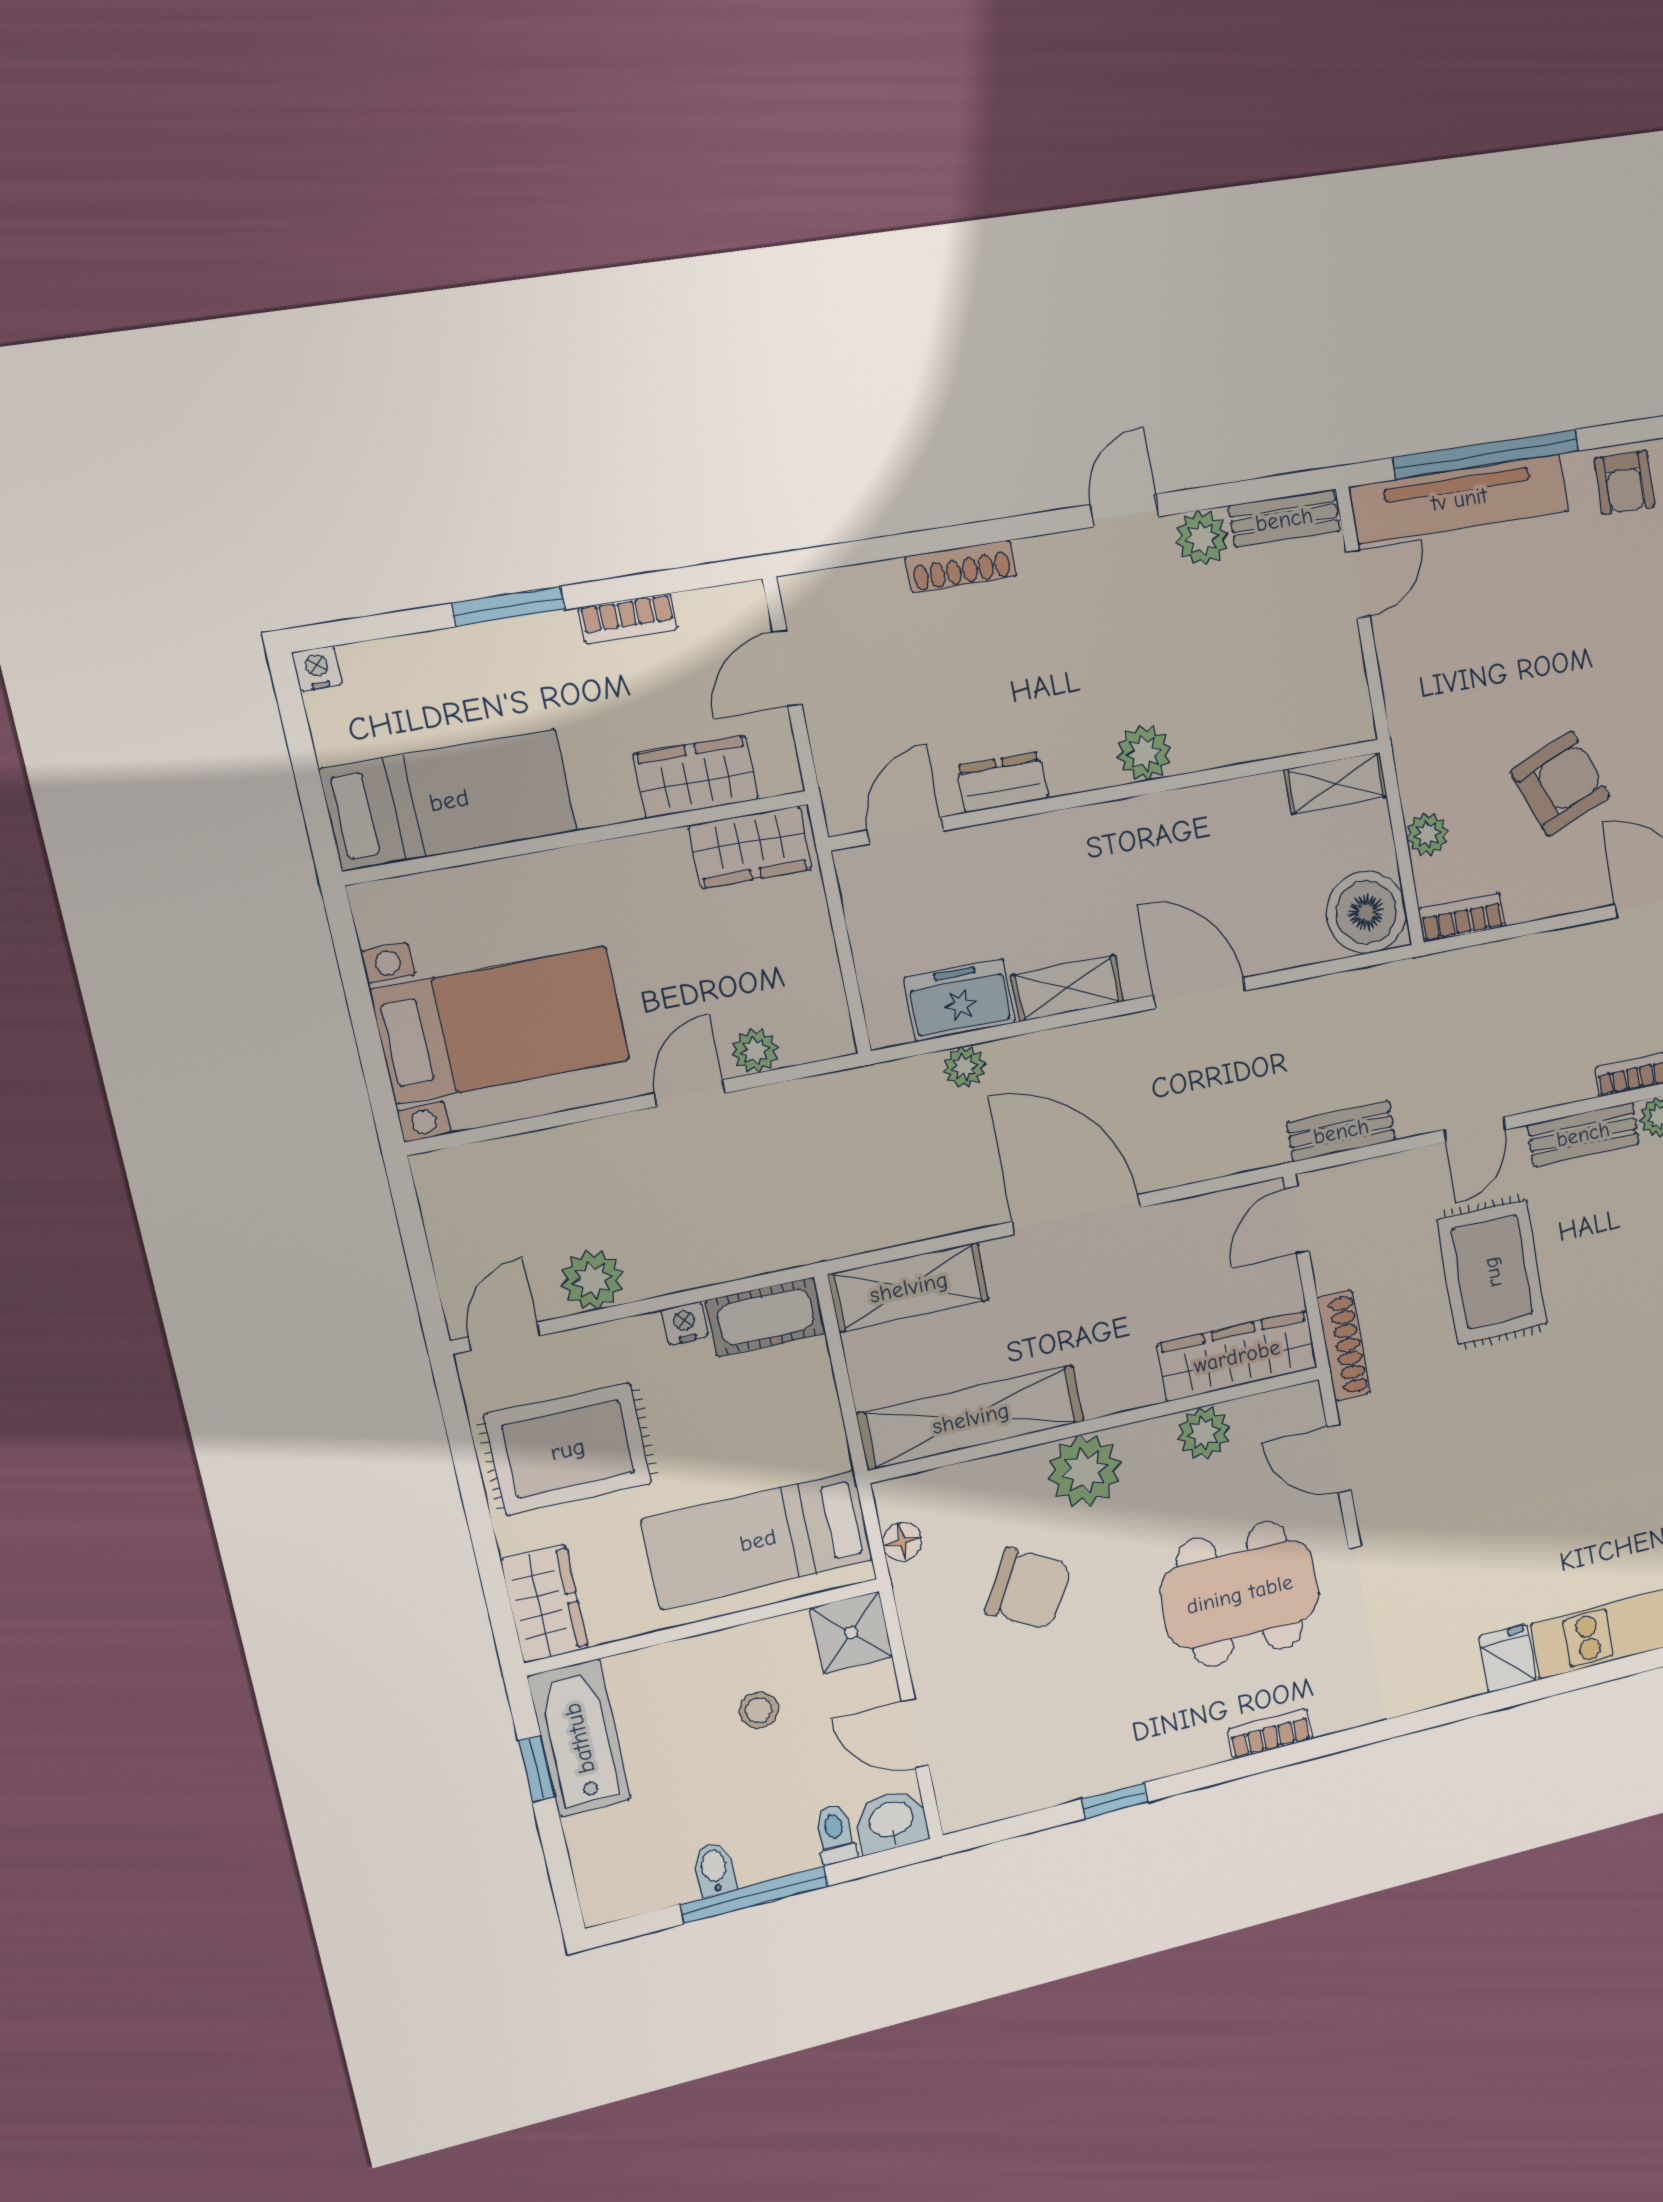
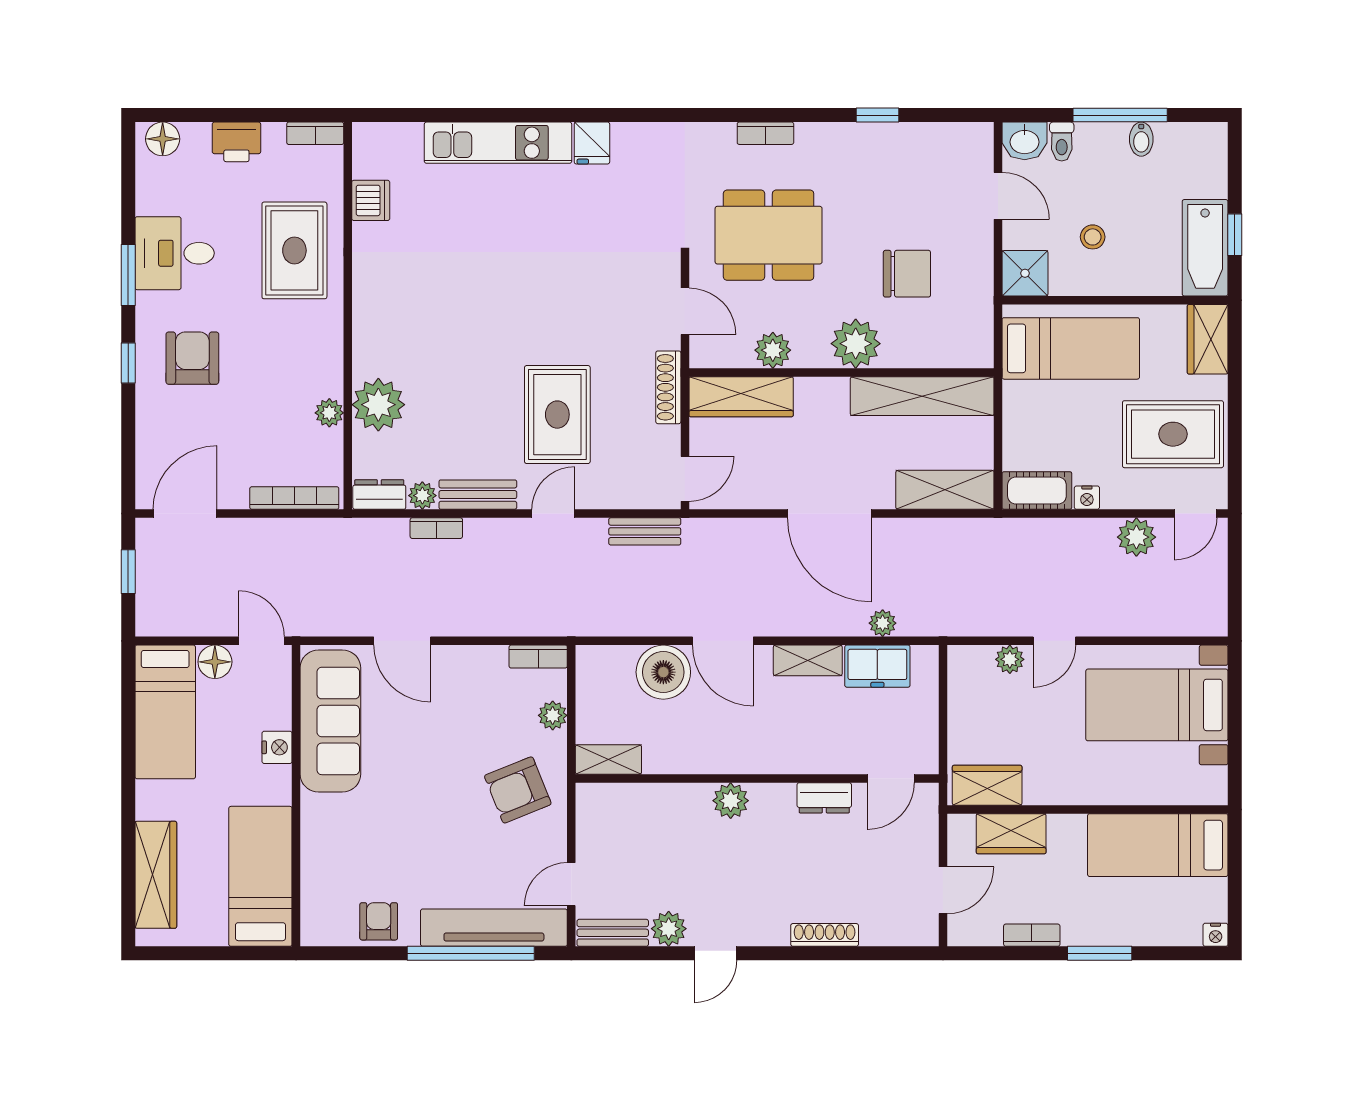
armchair: (1560, 784) -> (518, 790), moved
boiler: (1366, 912) -> (663, 672), moved
floor lamp: (902, 1542) -> (981, 325), removed
chair: (1028, 1589) -> (907, 274), turned 151

